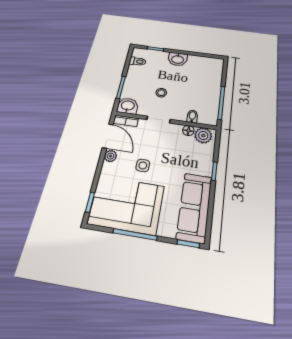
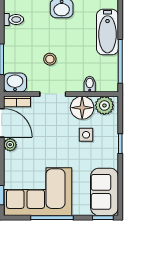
bathtub: (213, 80) -> (107, 32), added
floor lamp: (188, 131) -> (82, 108), width x1.89, depth x1.89
side table: (143, 165) -> (86, 135), moved
sofa: (194, 207) -> (105, 192), width x0.73

